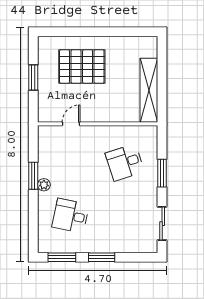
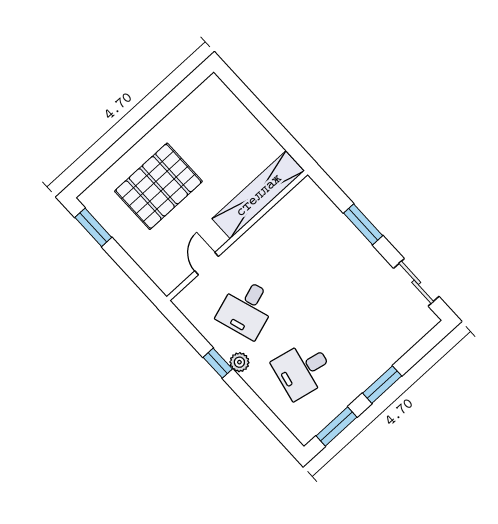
window: (33, 78) -> (93, 227), moved
shelving: (149, 90) -> (258, 195), moved, turned 90
desk: (125, 162) -> (247, 308), moved
window: (33, 176) -> (218, 363), width x0.67

